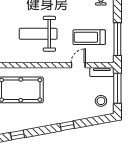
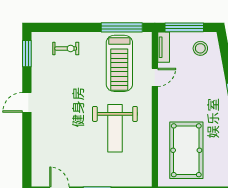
treadmill: (89, 37) -> (119, 63), width x1.37, depth x1.38
door: (78, 65) -> (155, 77), swing flipped

